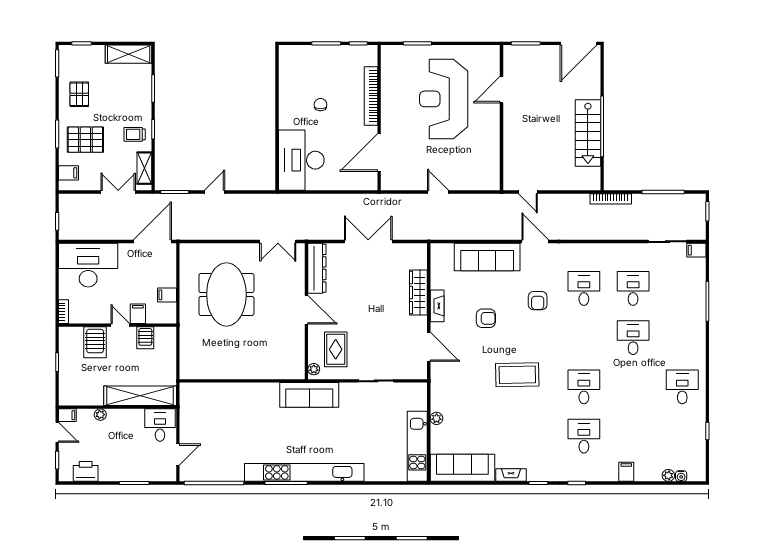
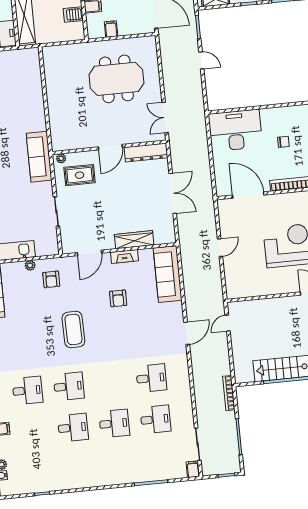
sofa: (487, 257) -> (168, 274), moved
armchair: (538, 301) -> (51, 279), moved, turned -90
desk: (682, 387) -> (73, 428), moved

